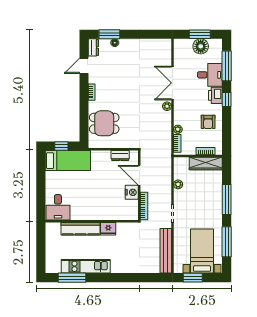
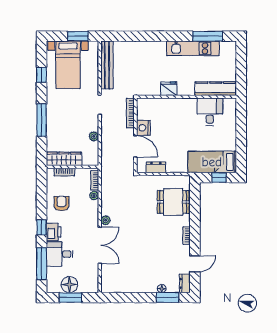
desk: (58, 207) -> (210, 112), moved
kitchen counter: (81, 229) -> (216, 89), moved
window: (227, 242) -> (42, 75), width x0.46

